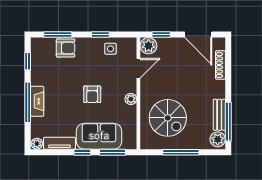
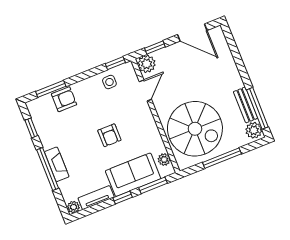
window: (100, 34) -> (115, 63), moved
shoe rack: (220, 65) -> (227, 54), removed
plant: (131, 99) -> (164, 160), moved
spiral stairs: (168, 118) -> (195, 129), width x1.37, depth x1.37

